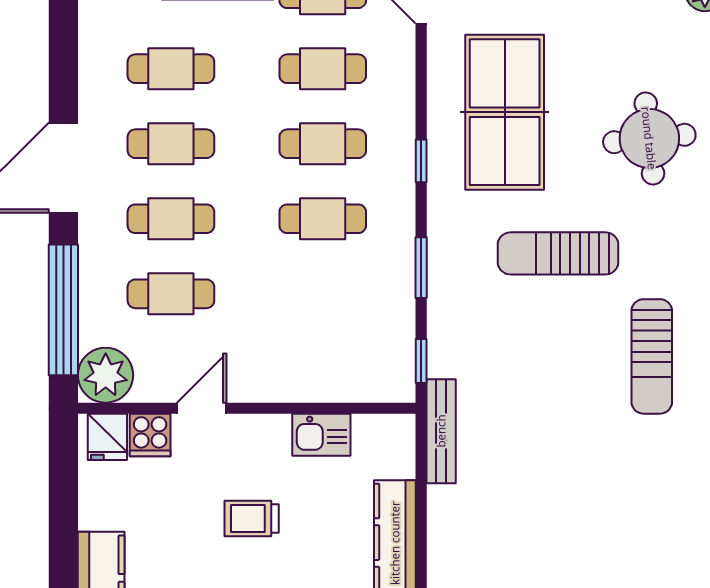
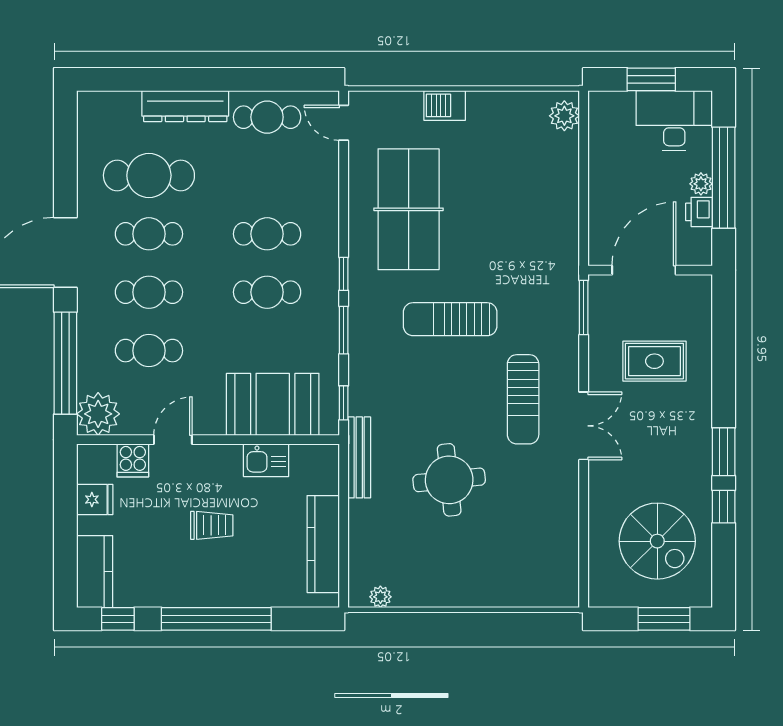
cafe table: (171, 69) -> (149, 175), width x1.37, depth x1.35
cafe table: (323, 69) -> (267, 175), removed
round table: (649, 138) -> (449, 480), moved
window: (421, 161) -> (344, 274), moved
booth: (330, 363) -> (273, 404), added
fridge: (107, 437) -> (95, 499), moved, turned -90
trolley: (252, 519) -> (212, 525), turned 180

